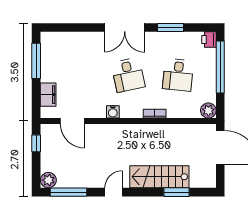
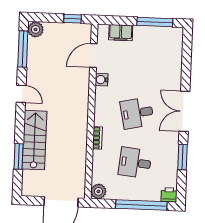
water cooler: (113, 112) -> (102, 80), moved

